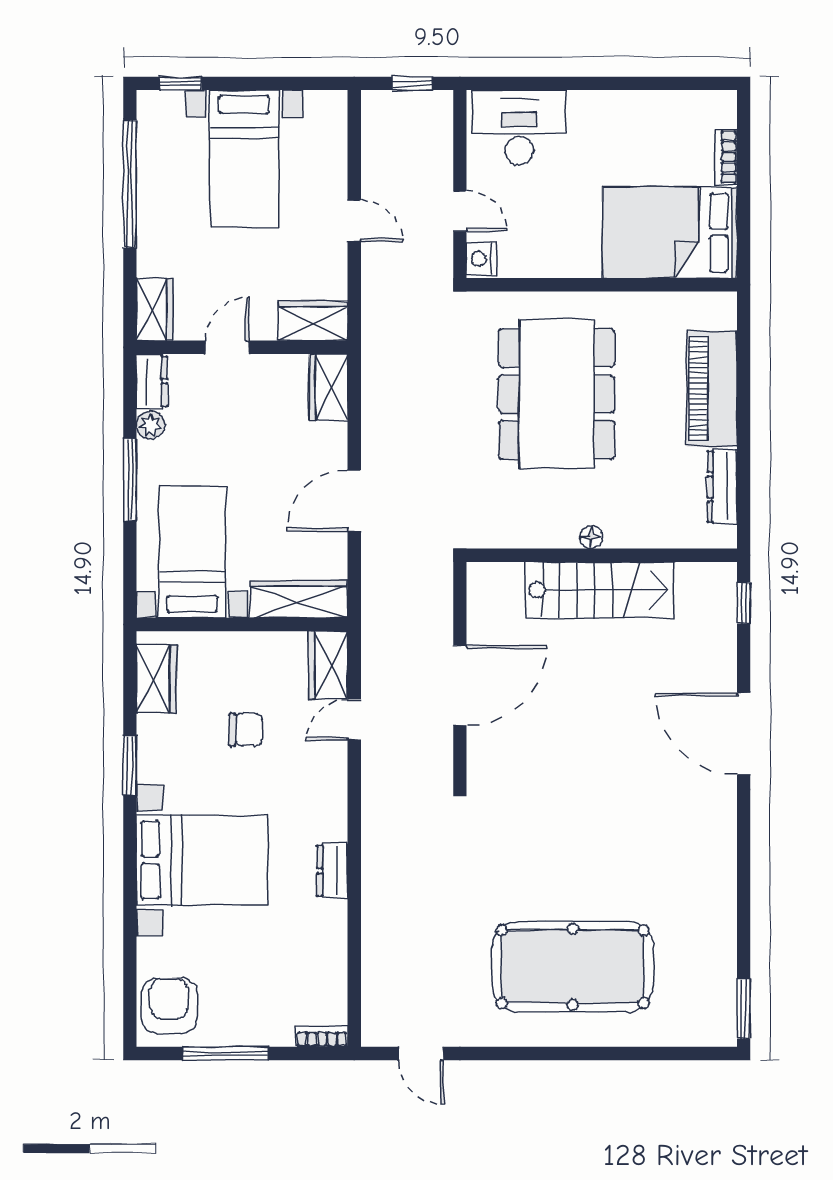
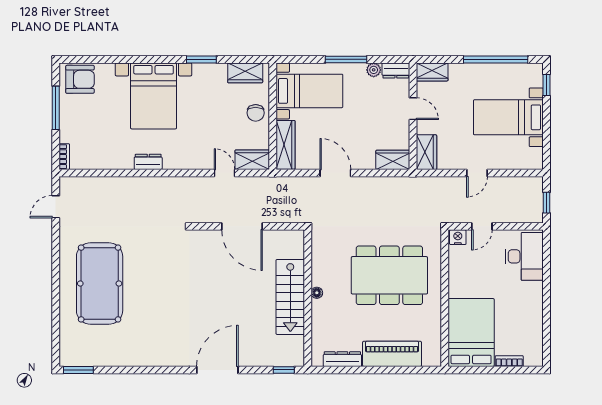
chair: (246, 730) -> (256, 113), moved

